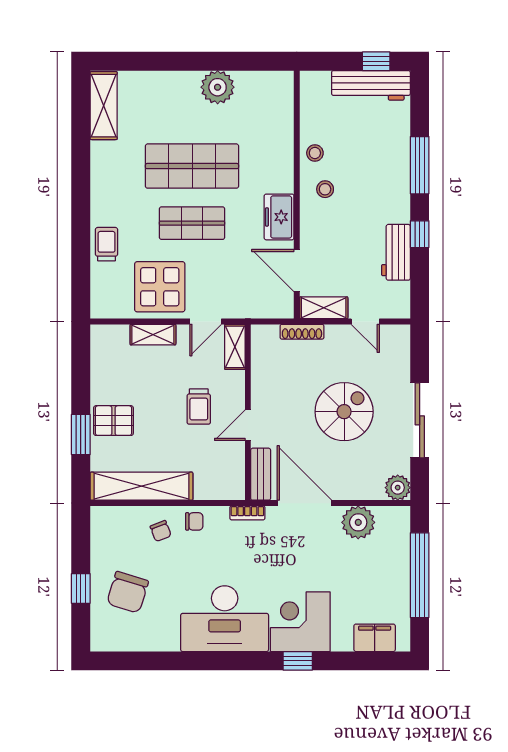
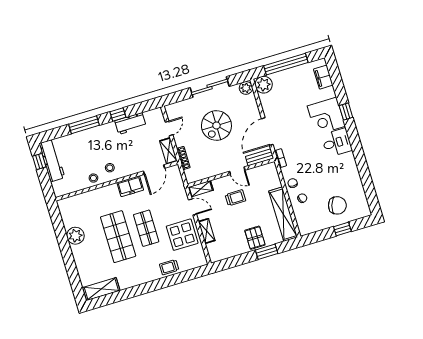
spiral stairs: (344, 412) -> (216, 125), turned -90
plant: (358, 522) -> (264, 85), moved
desk: (225, 619) -> (337, 143), width x0.53, depth x0.77

